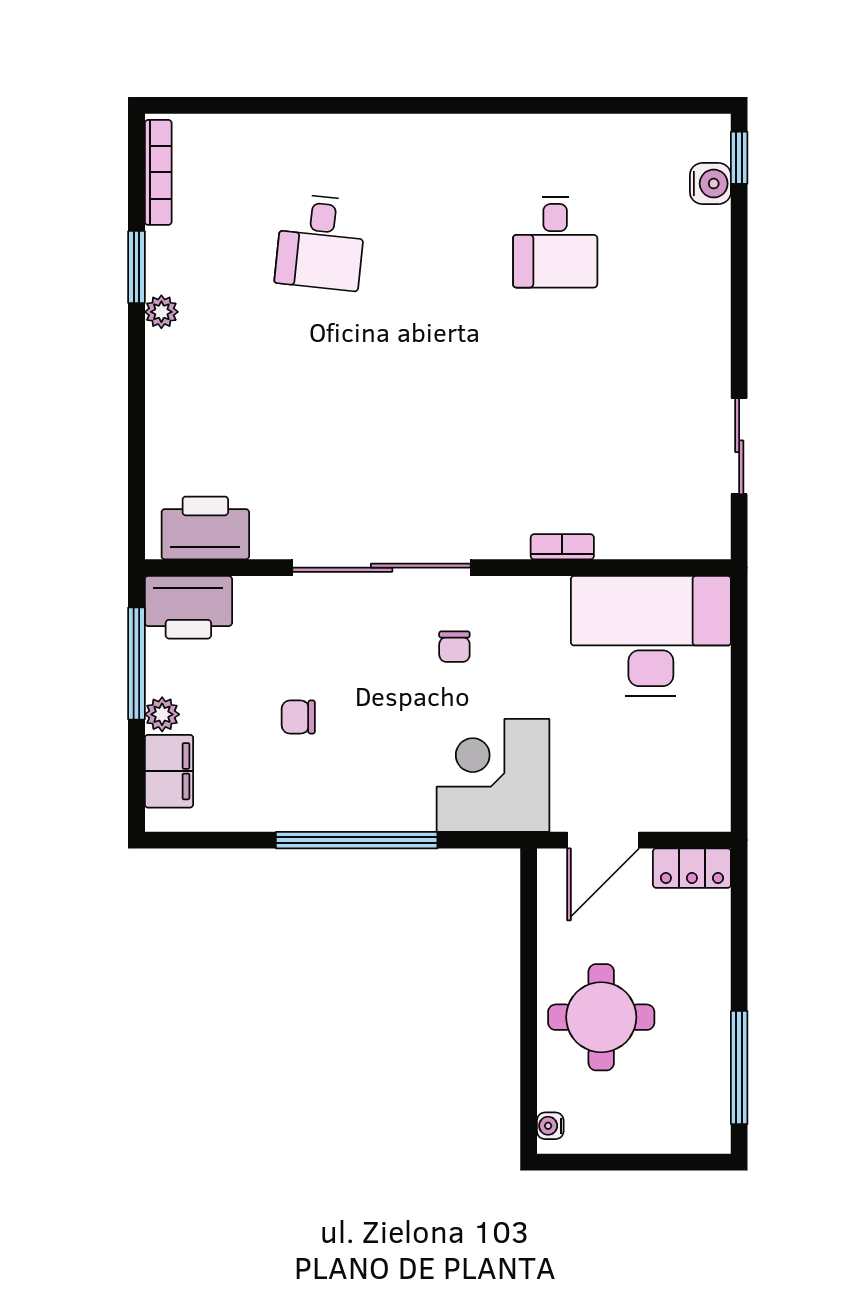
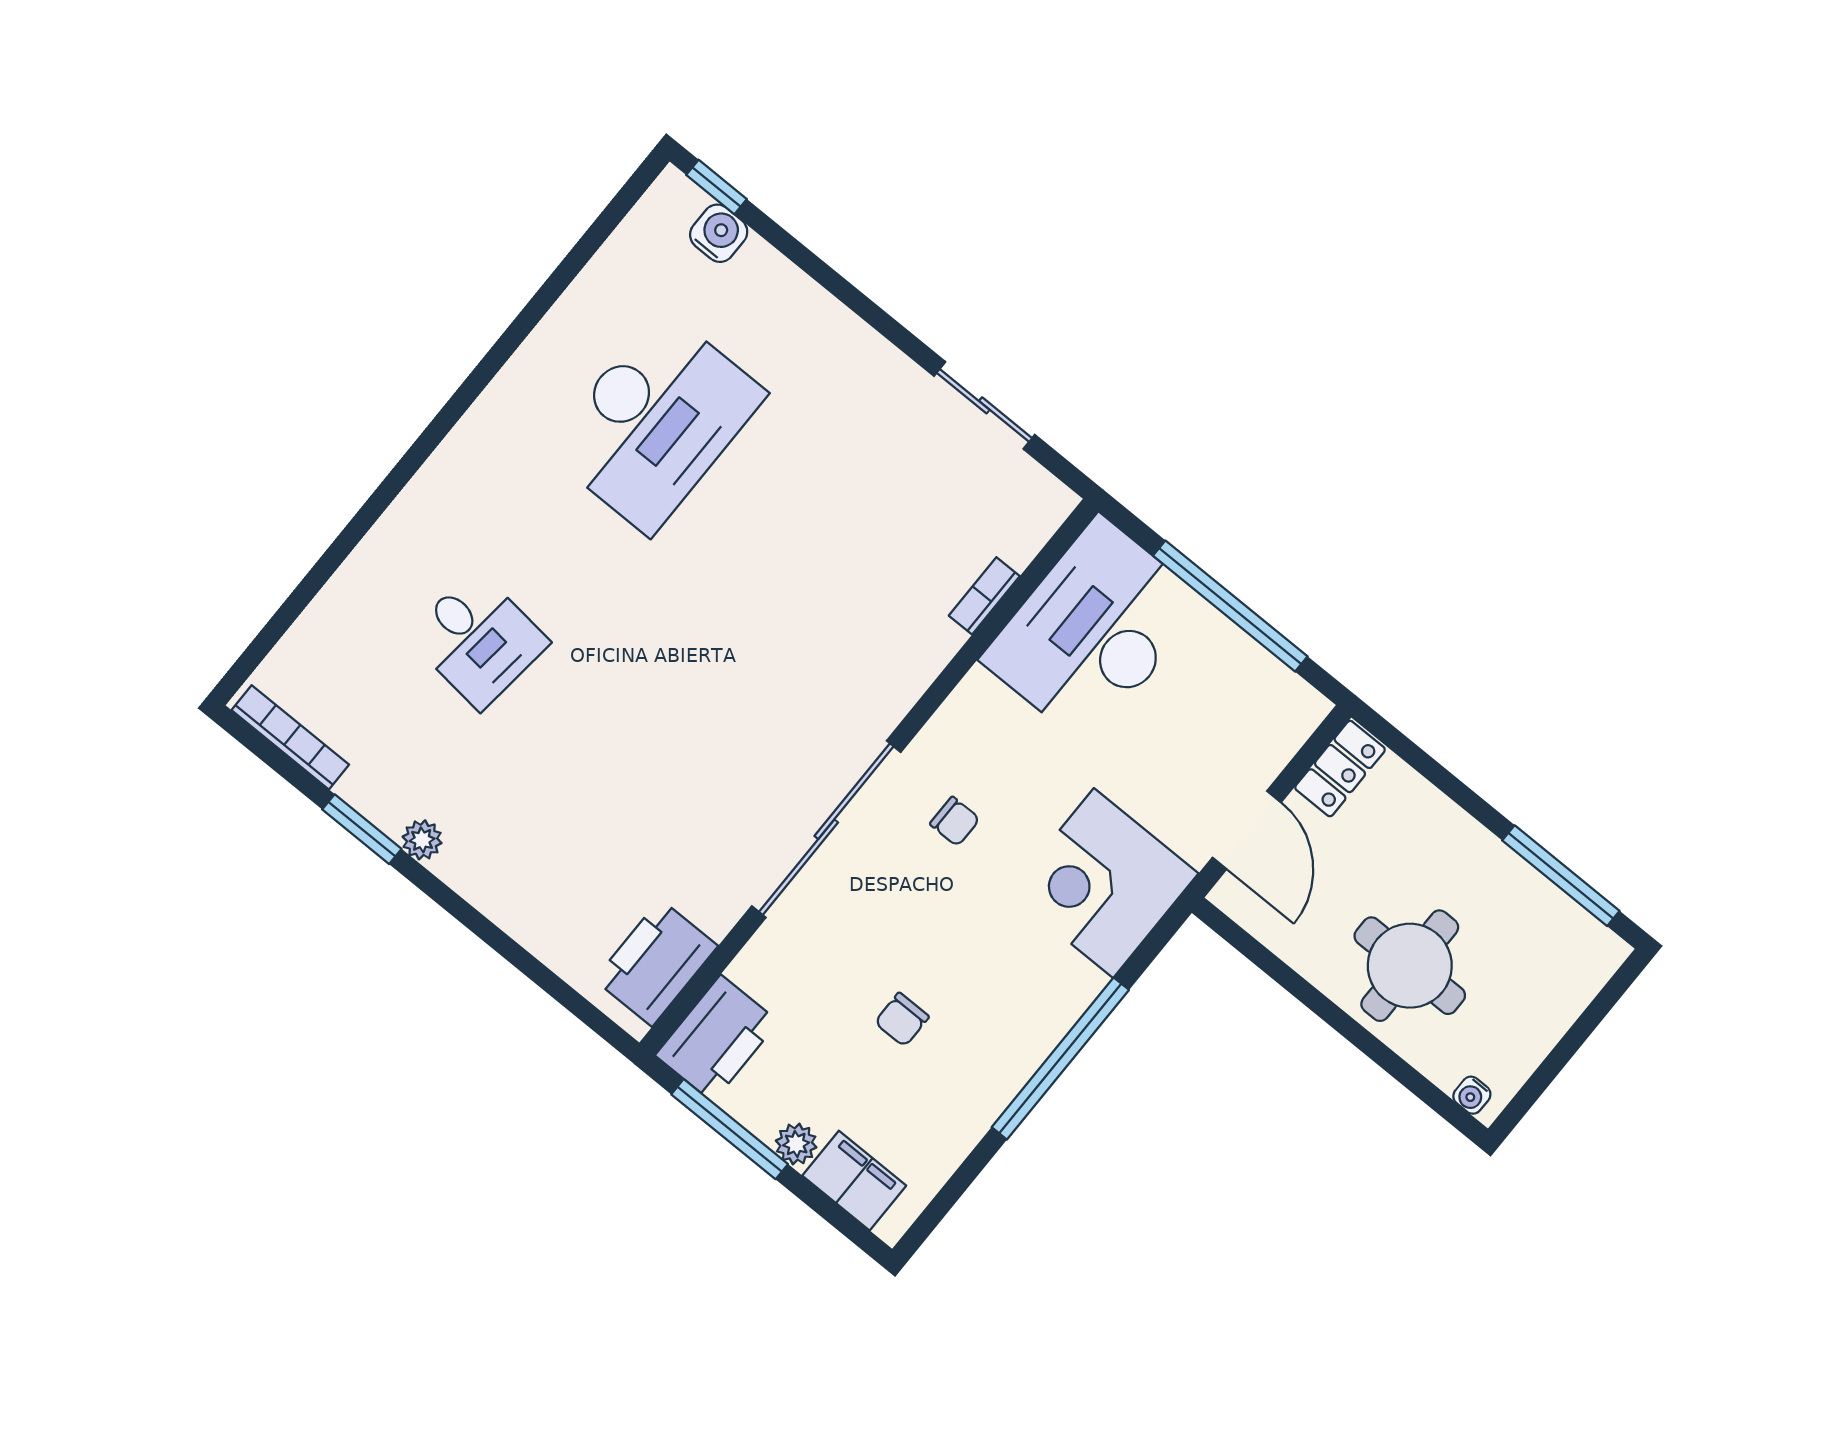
desk: (555, 242) -> (656, 422), width x1.87, depth x1.30
bookcase: (562, 547) -> (984, 596), moved
window: (739, 711) -> (1230, 606), added

